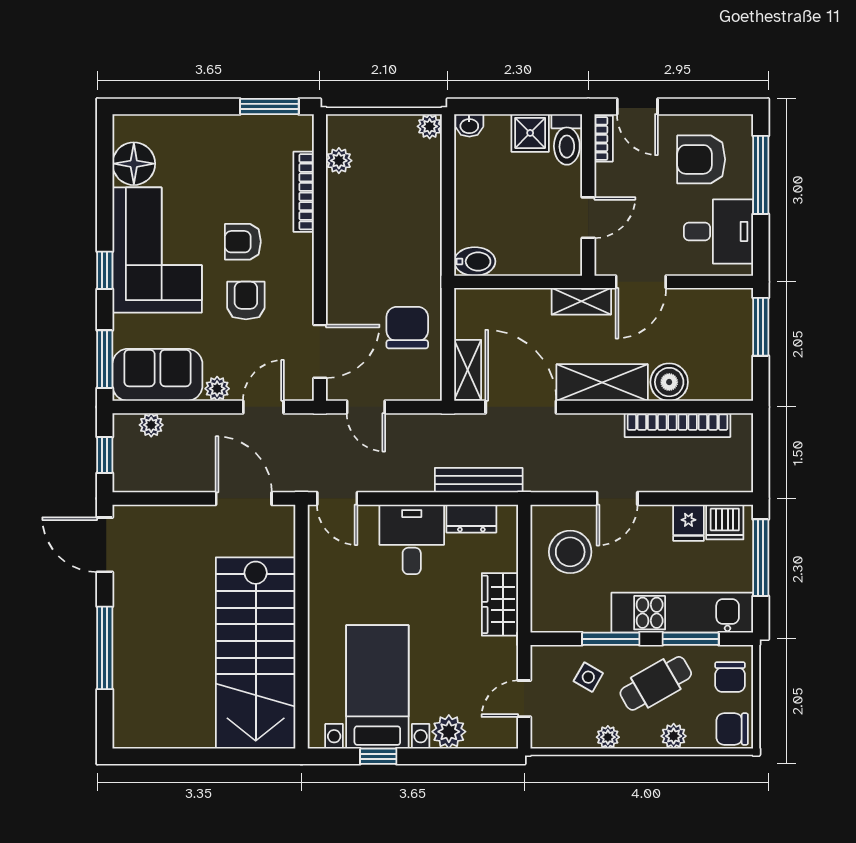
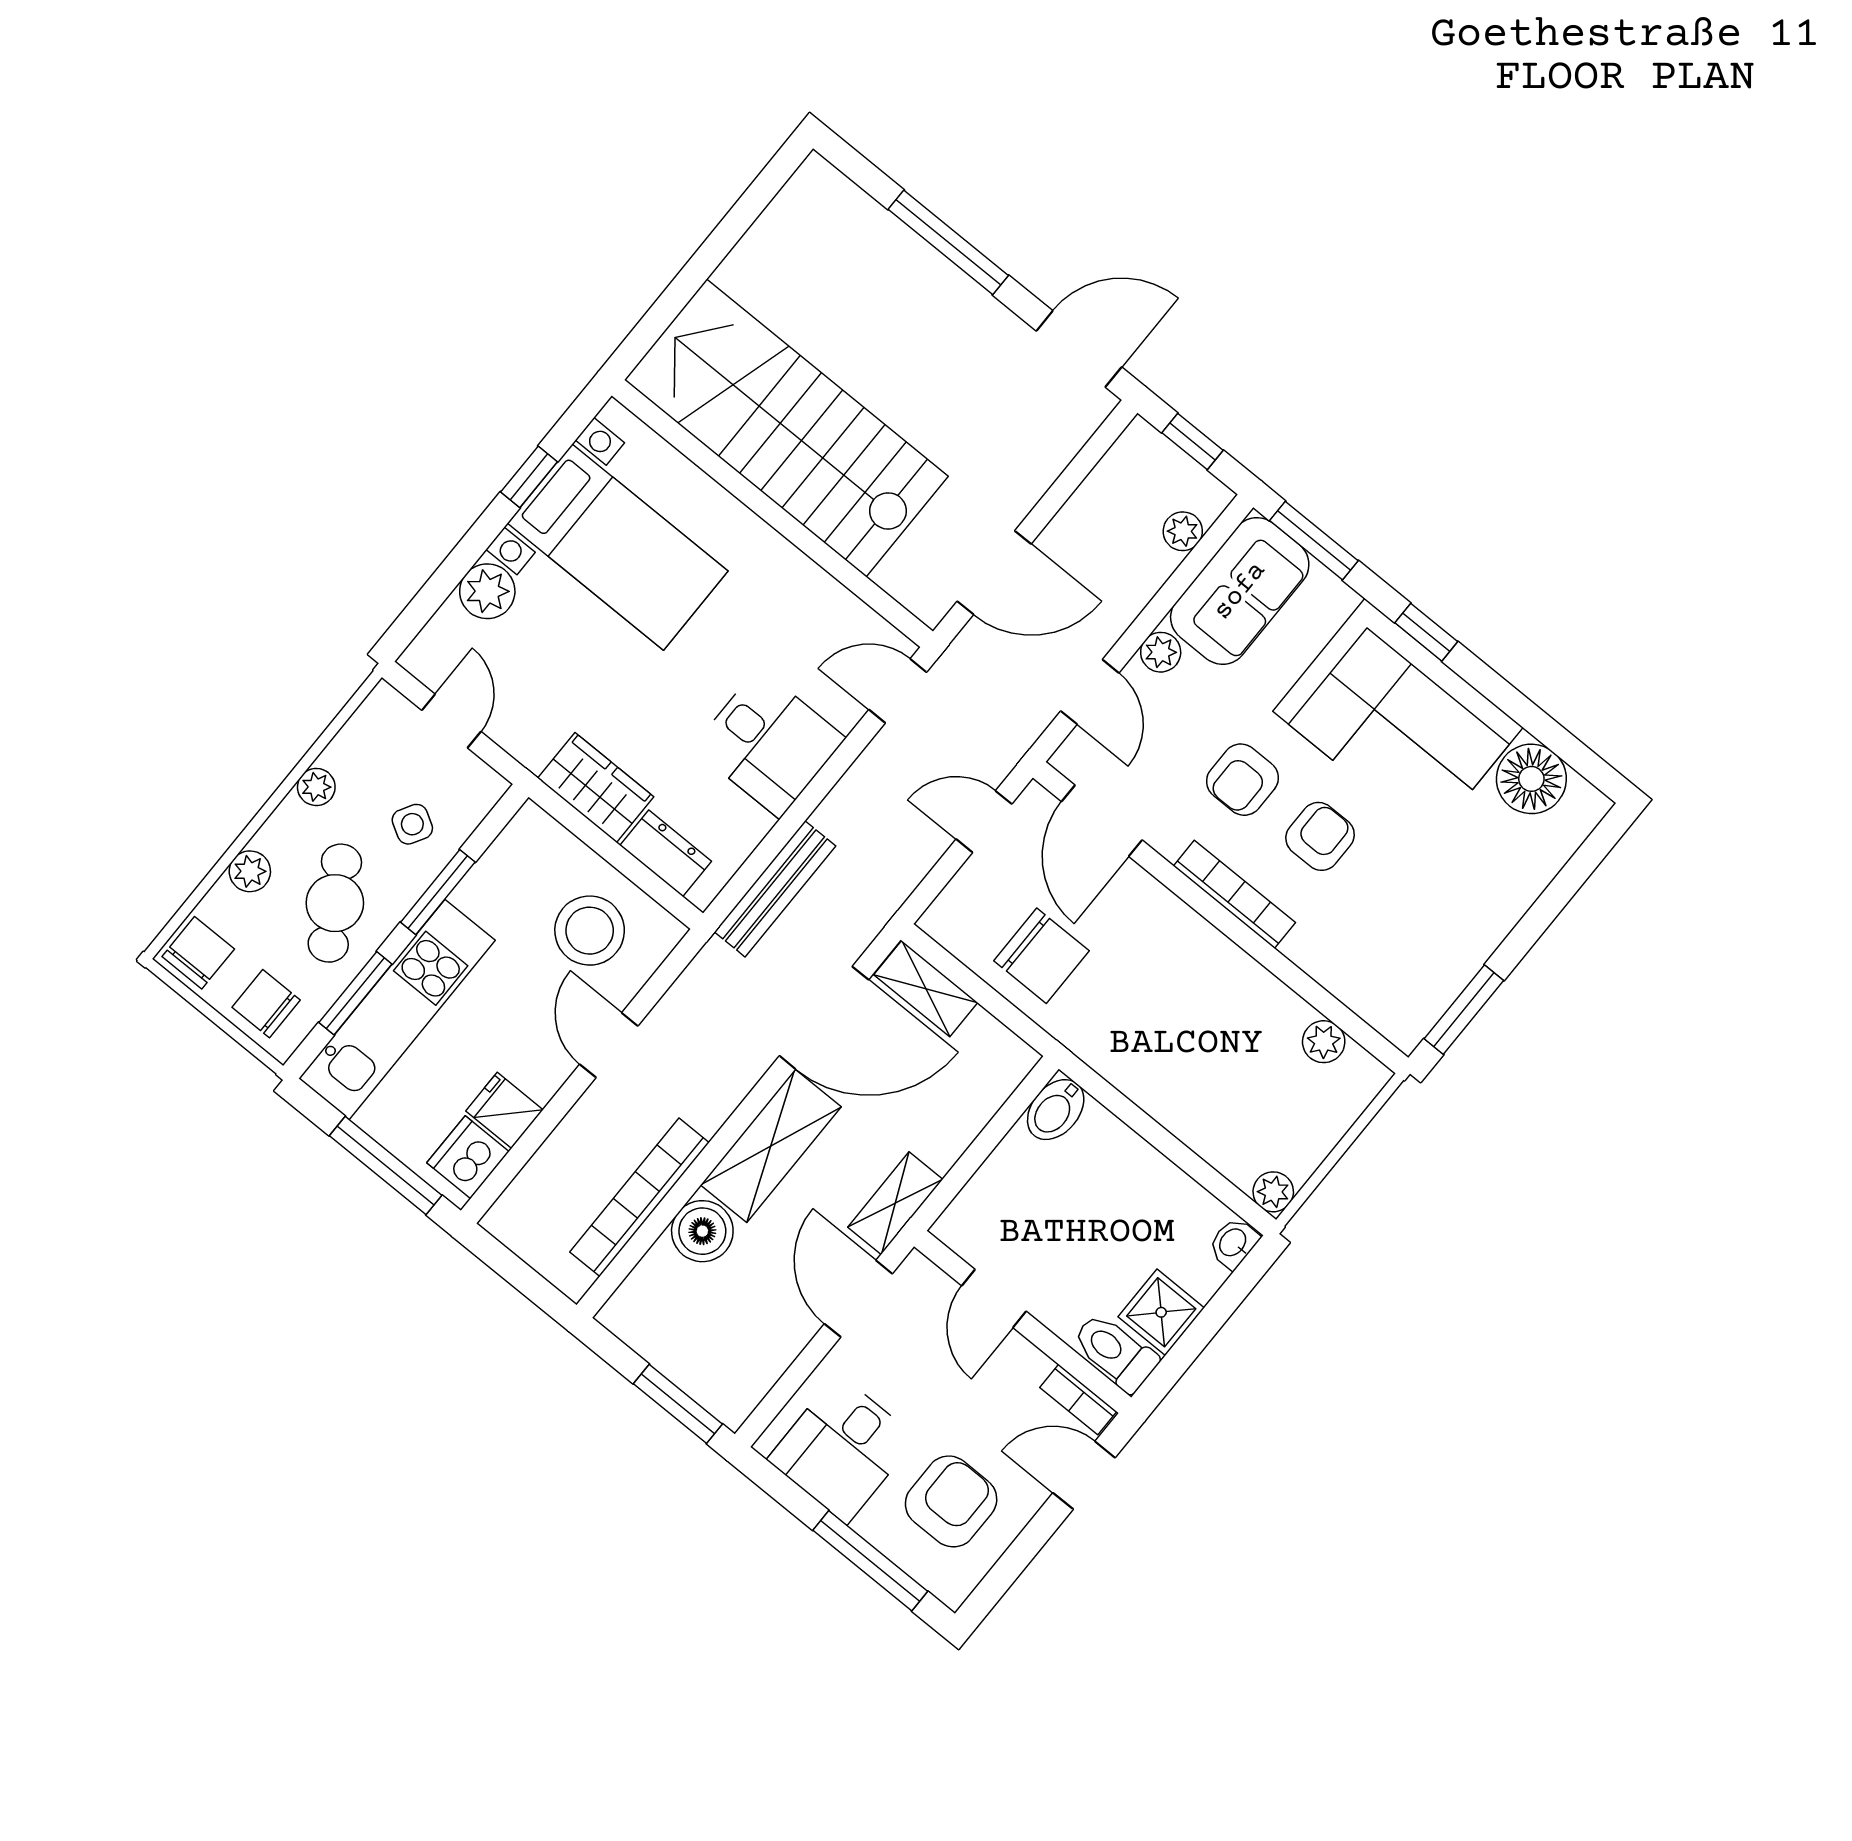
bookcase: (304, 192) -> (1234, 894), moved
armchair: (246, 301) -> (1242, 780), turned 90
dresser: (471, 519) -> (666, 853), moved, turned 90

